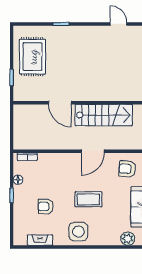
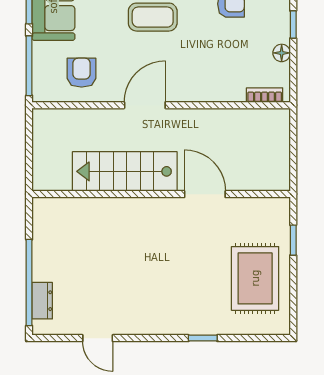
armchair: (127, 169) -> (82, 73), turned -96

